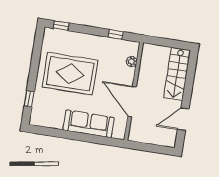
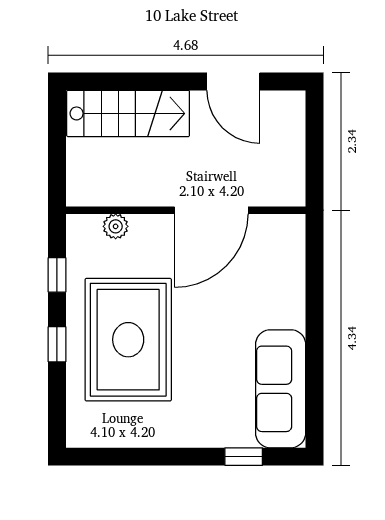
window: (61, 26) -> (57, 344), moved
rug: (70, 74) -> (128, 340), moved
sofa: (89, 124) -> (281, 389), moved

